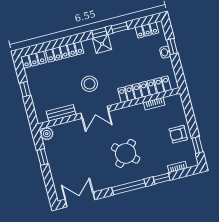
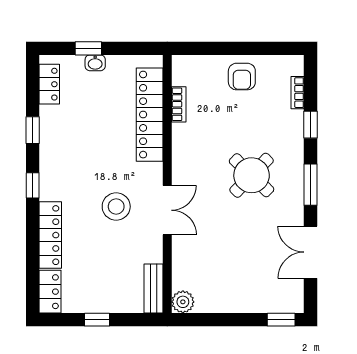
window: (99, 33) -> (33, 185), moved
shower: (102, 44) -> (53, 167), removed
bench: (61, 113) -> (154, 288), moved
window: (197, 145) -> (269, 48), removed
window: (42, 157) -> (281, 320), moved
window: (129, 187) -> (311, 185), width x0.69
double door: (80, 199) -> (311, 252), moved

